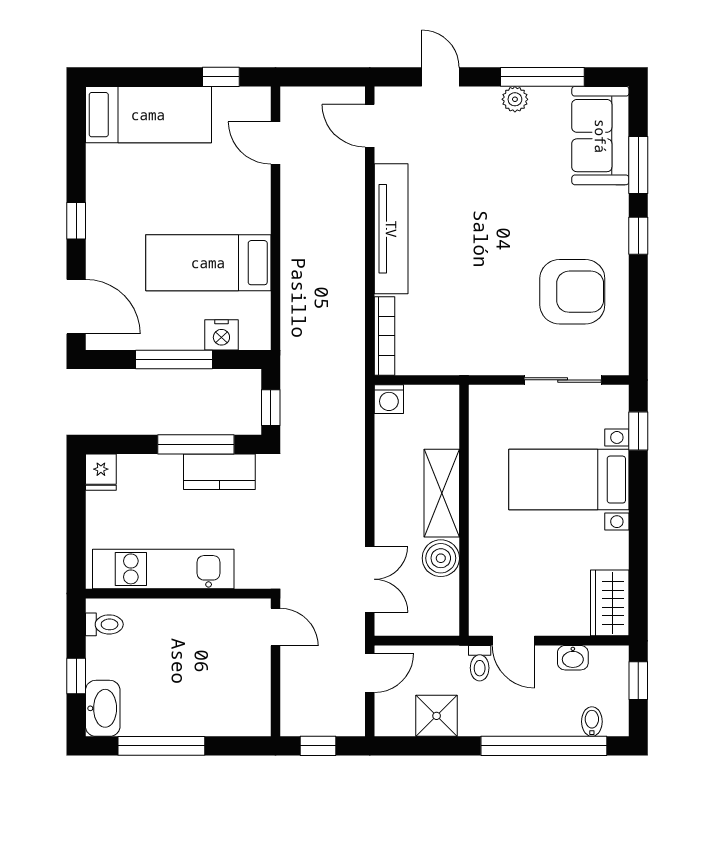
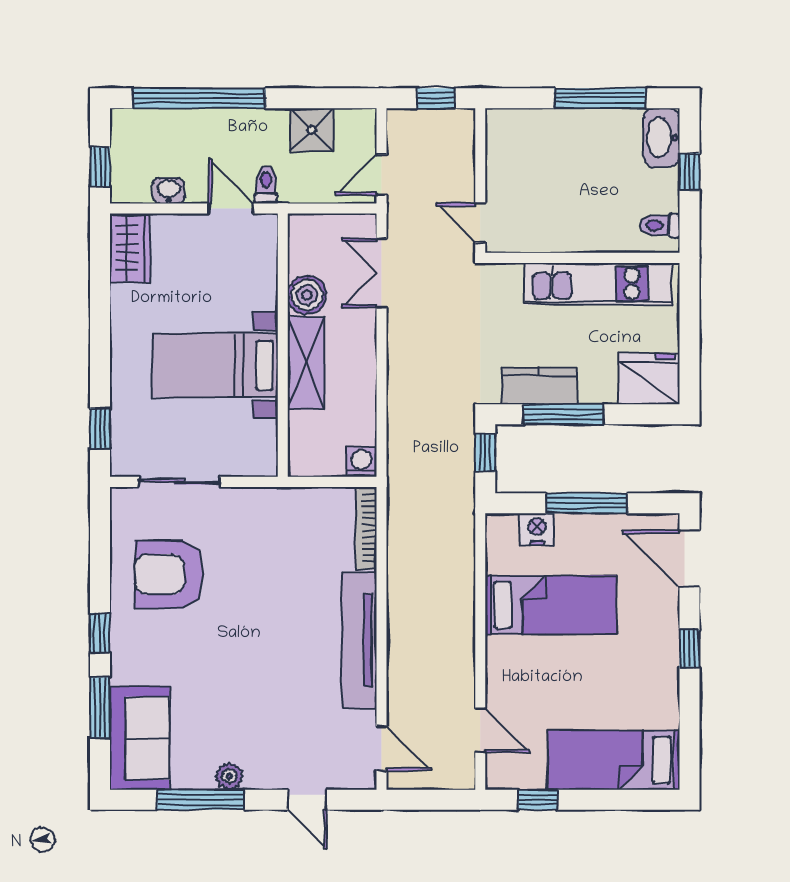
fridge: (101, 472) -> (649, 379), width x1.88, depth x1.34
bed with nightstands: (569, 480) -> (215, 365), moved, turned 180
bidet: (592, 722) -> (149, 124), removed

